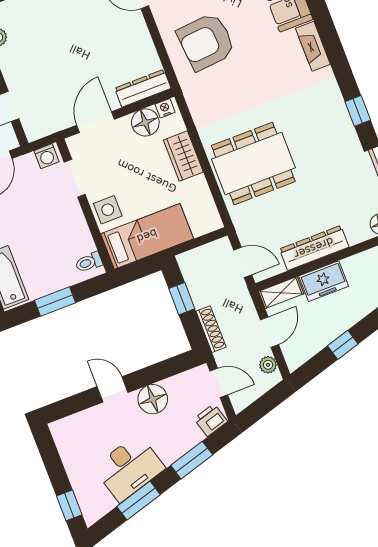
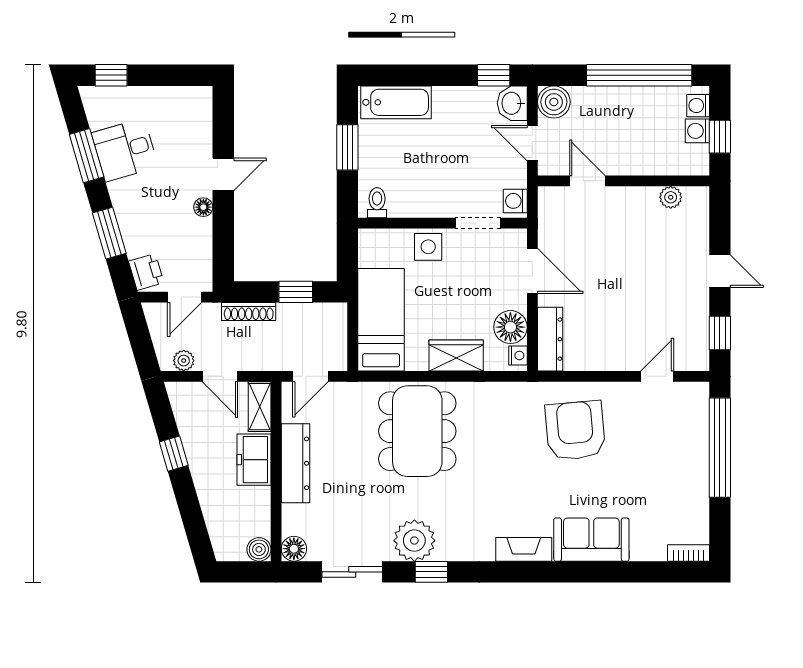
plant: (339, 133) -> (414, 541), added
bed: (147, 236) -> (381, 320), moved, turned 180
floor lamp: (153, 399) -> (203, 207), width x0.53, depth x0.53
desk: (129, 468) -> (125, 150), width x0.73

